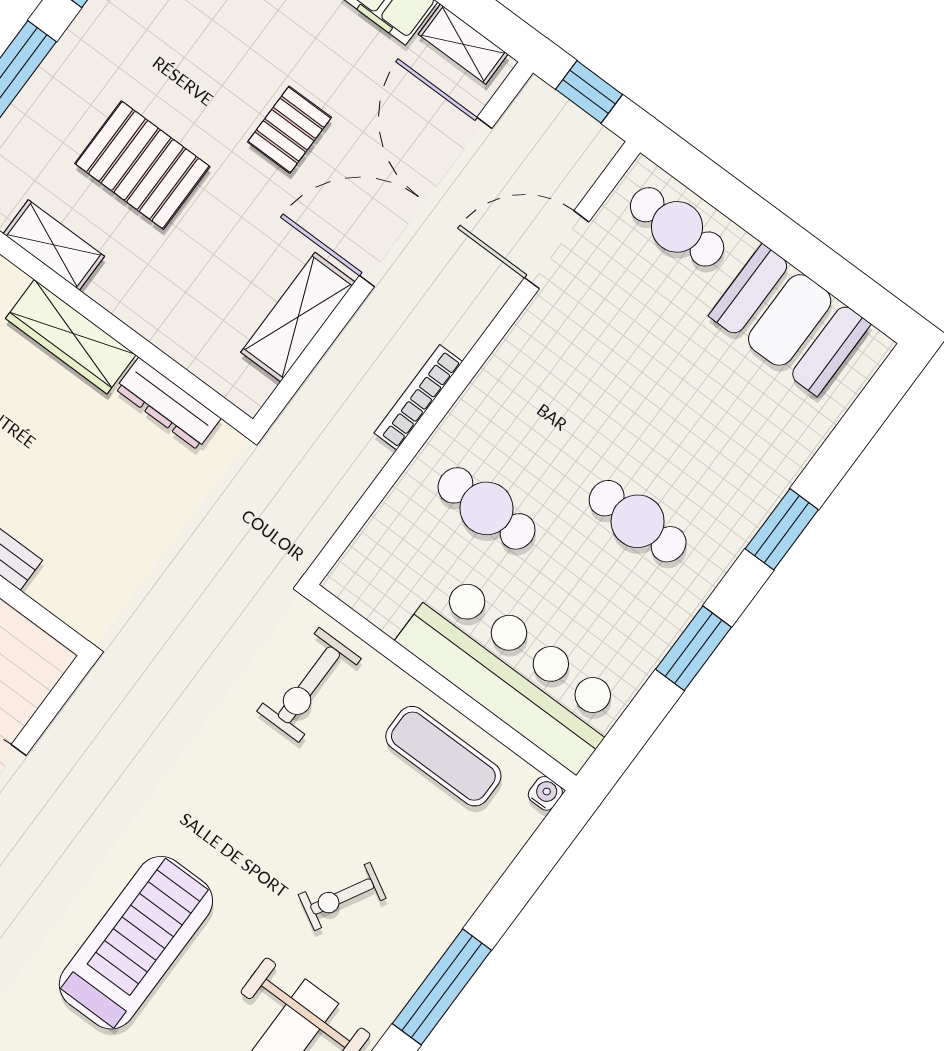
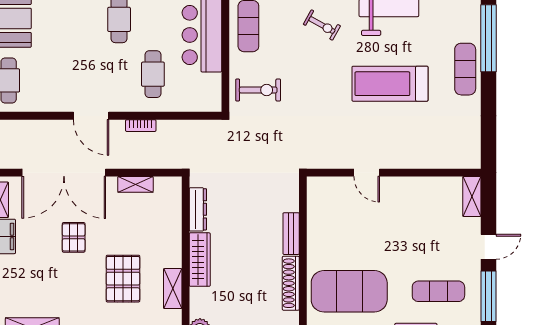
pallet: (289, 130) -> (74, 237), turned 90
door: (557, 250) -> (91, 116), moved
shelving: (298, 317) -> (135, 184), width x0.67, depth x0.75
bookcase: (418, 397) -> (141, 126), width x0.64

